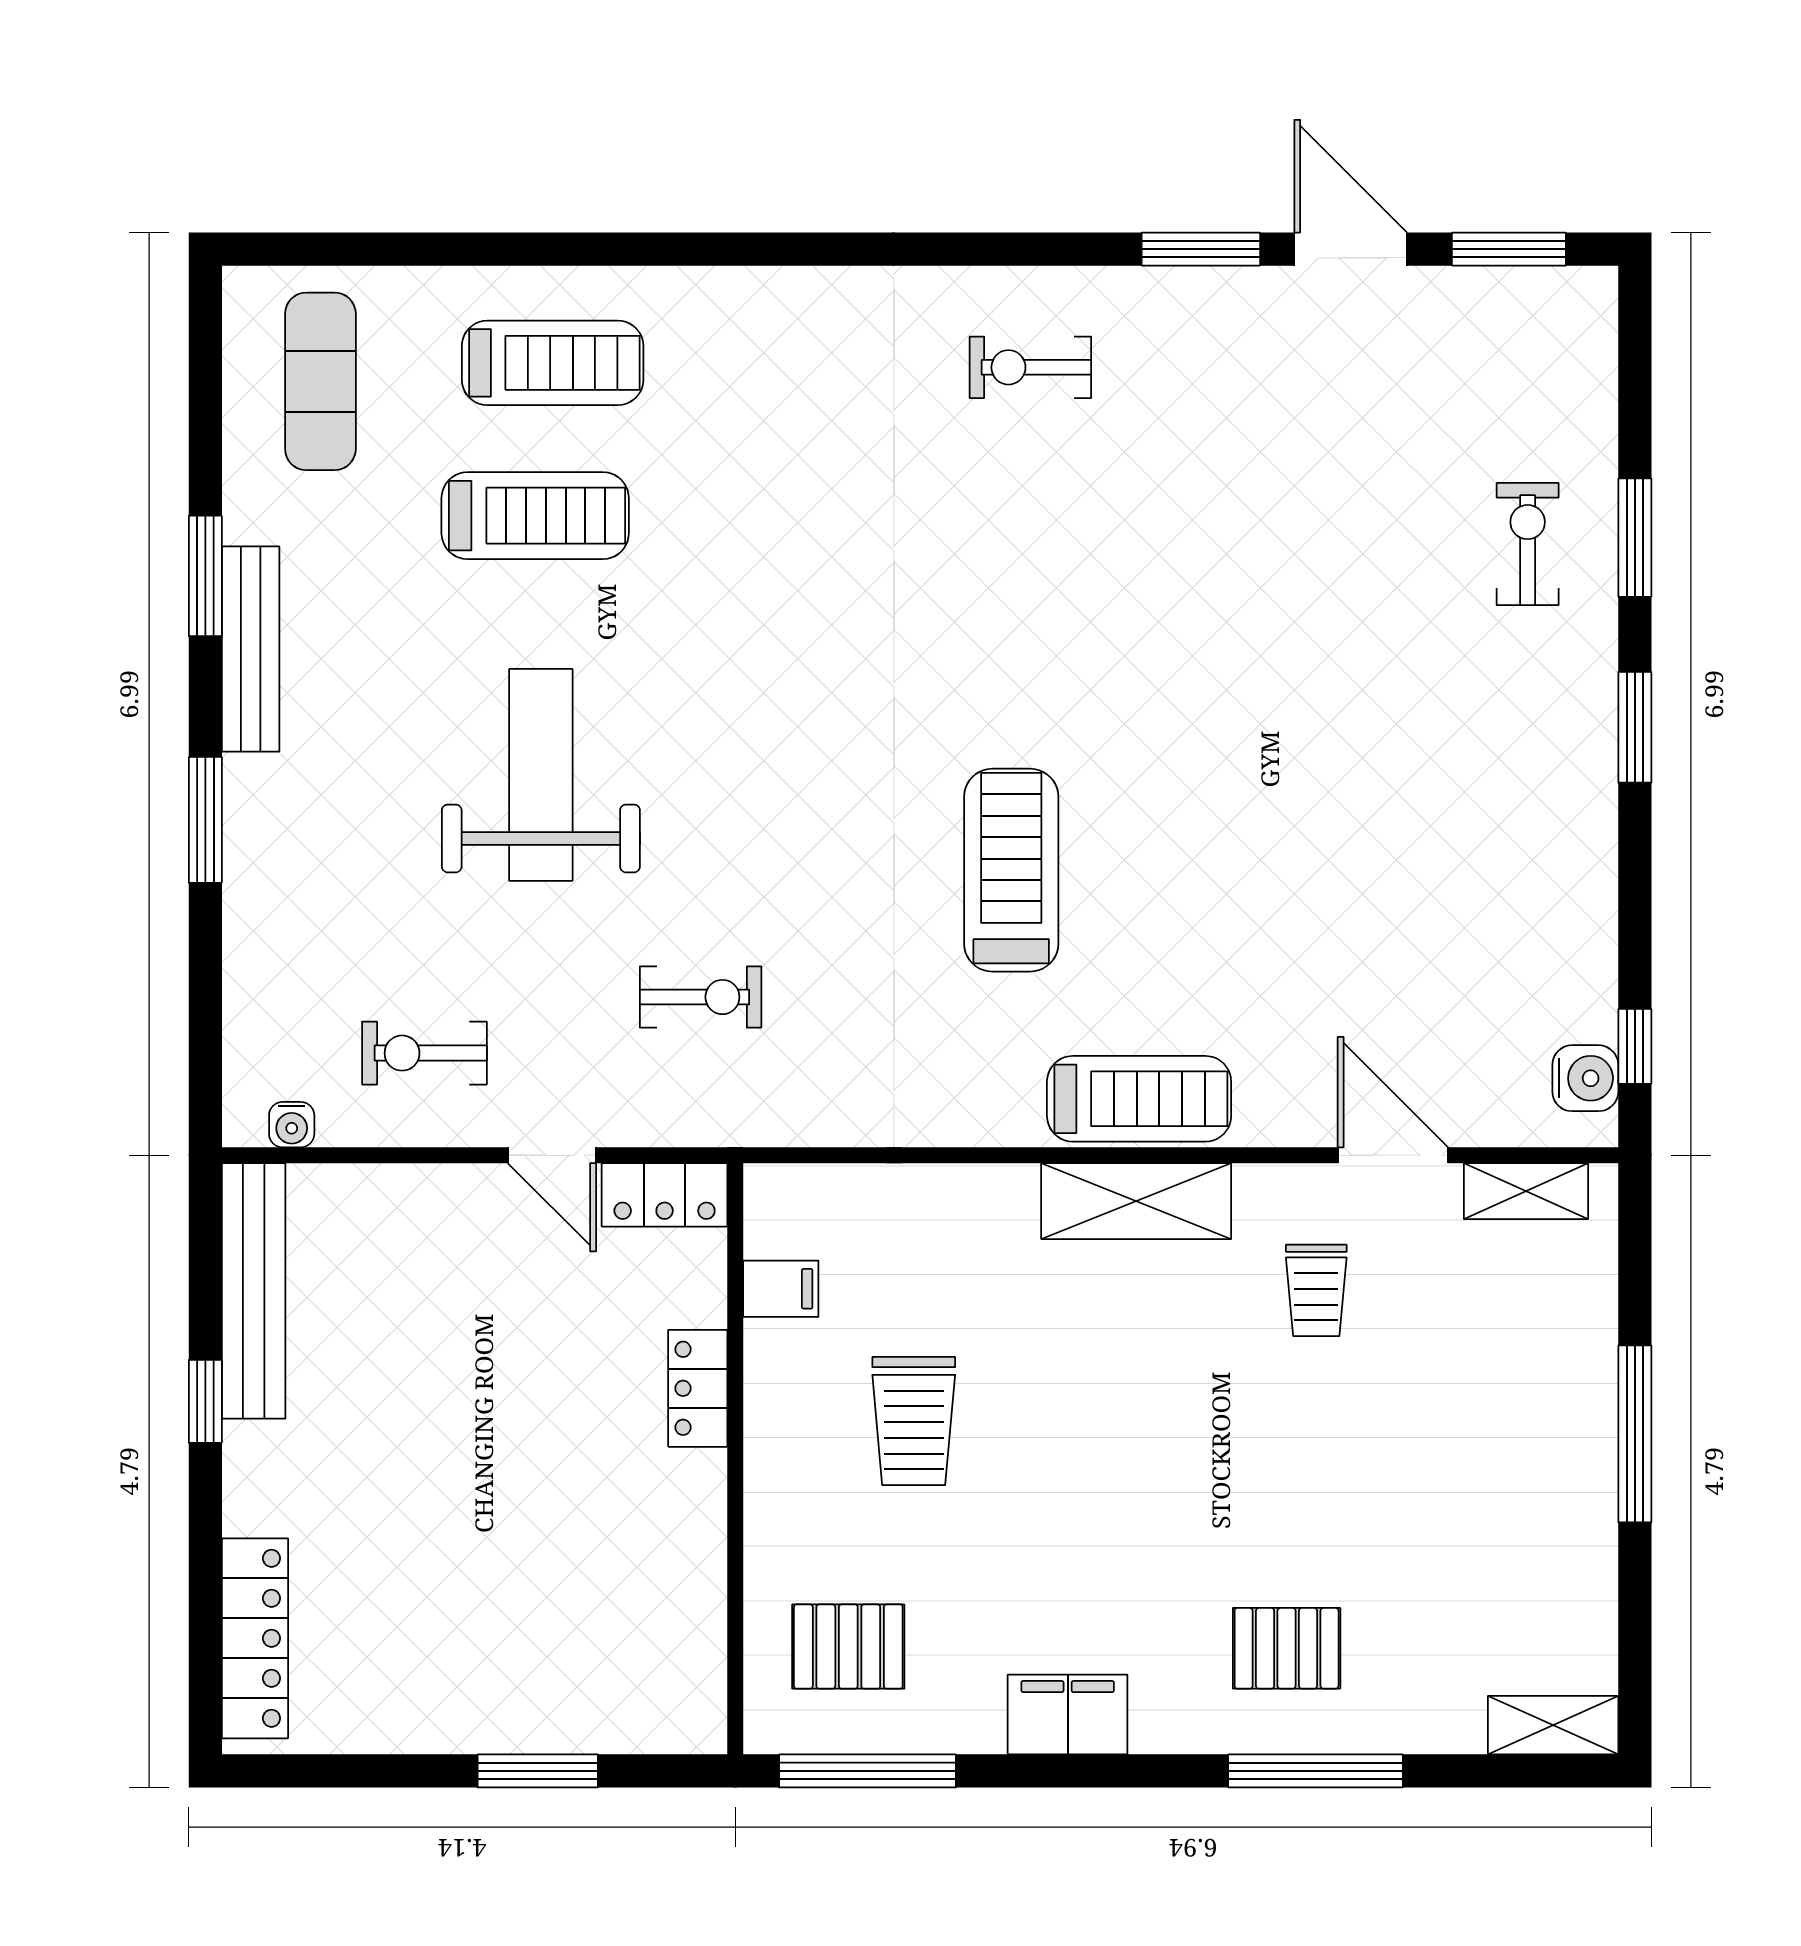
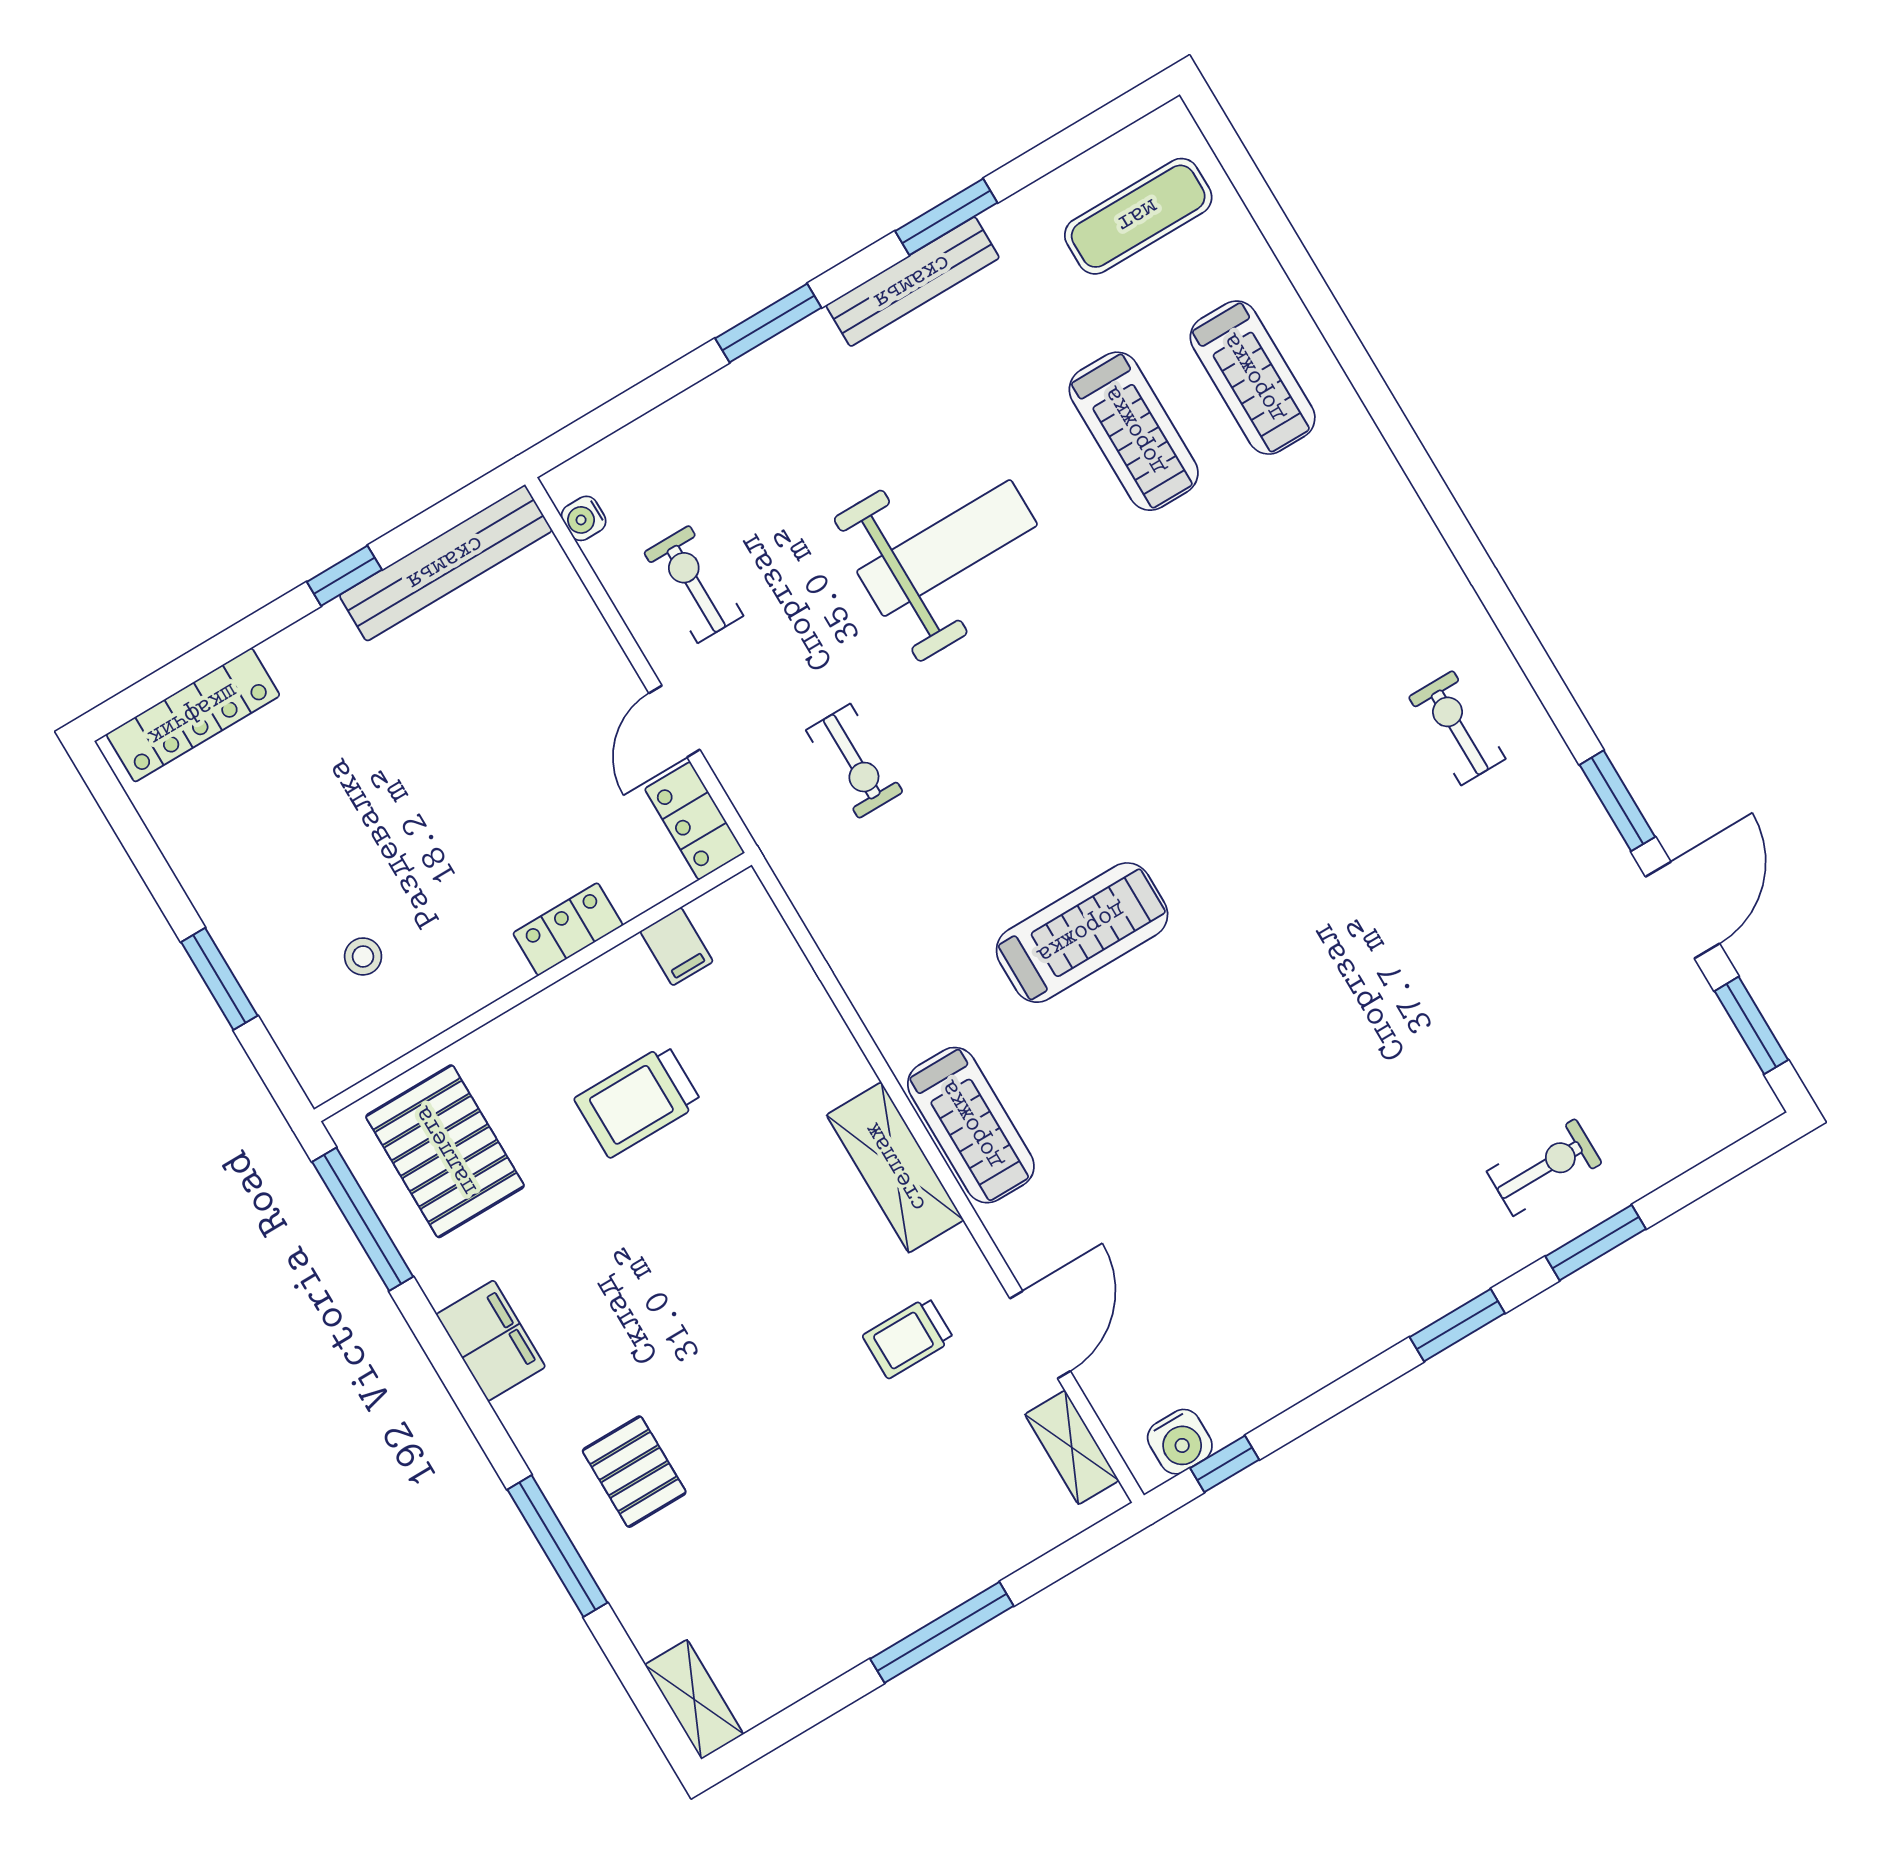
stool: (602, 1612) -> (363, 956), added
pallet: (848, 1647) -> (445, 1151), width x1.50, depth x1.42

